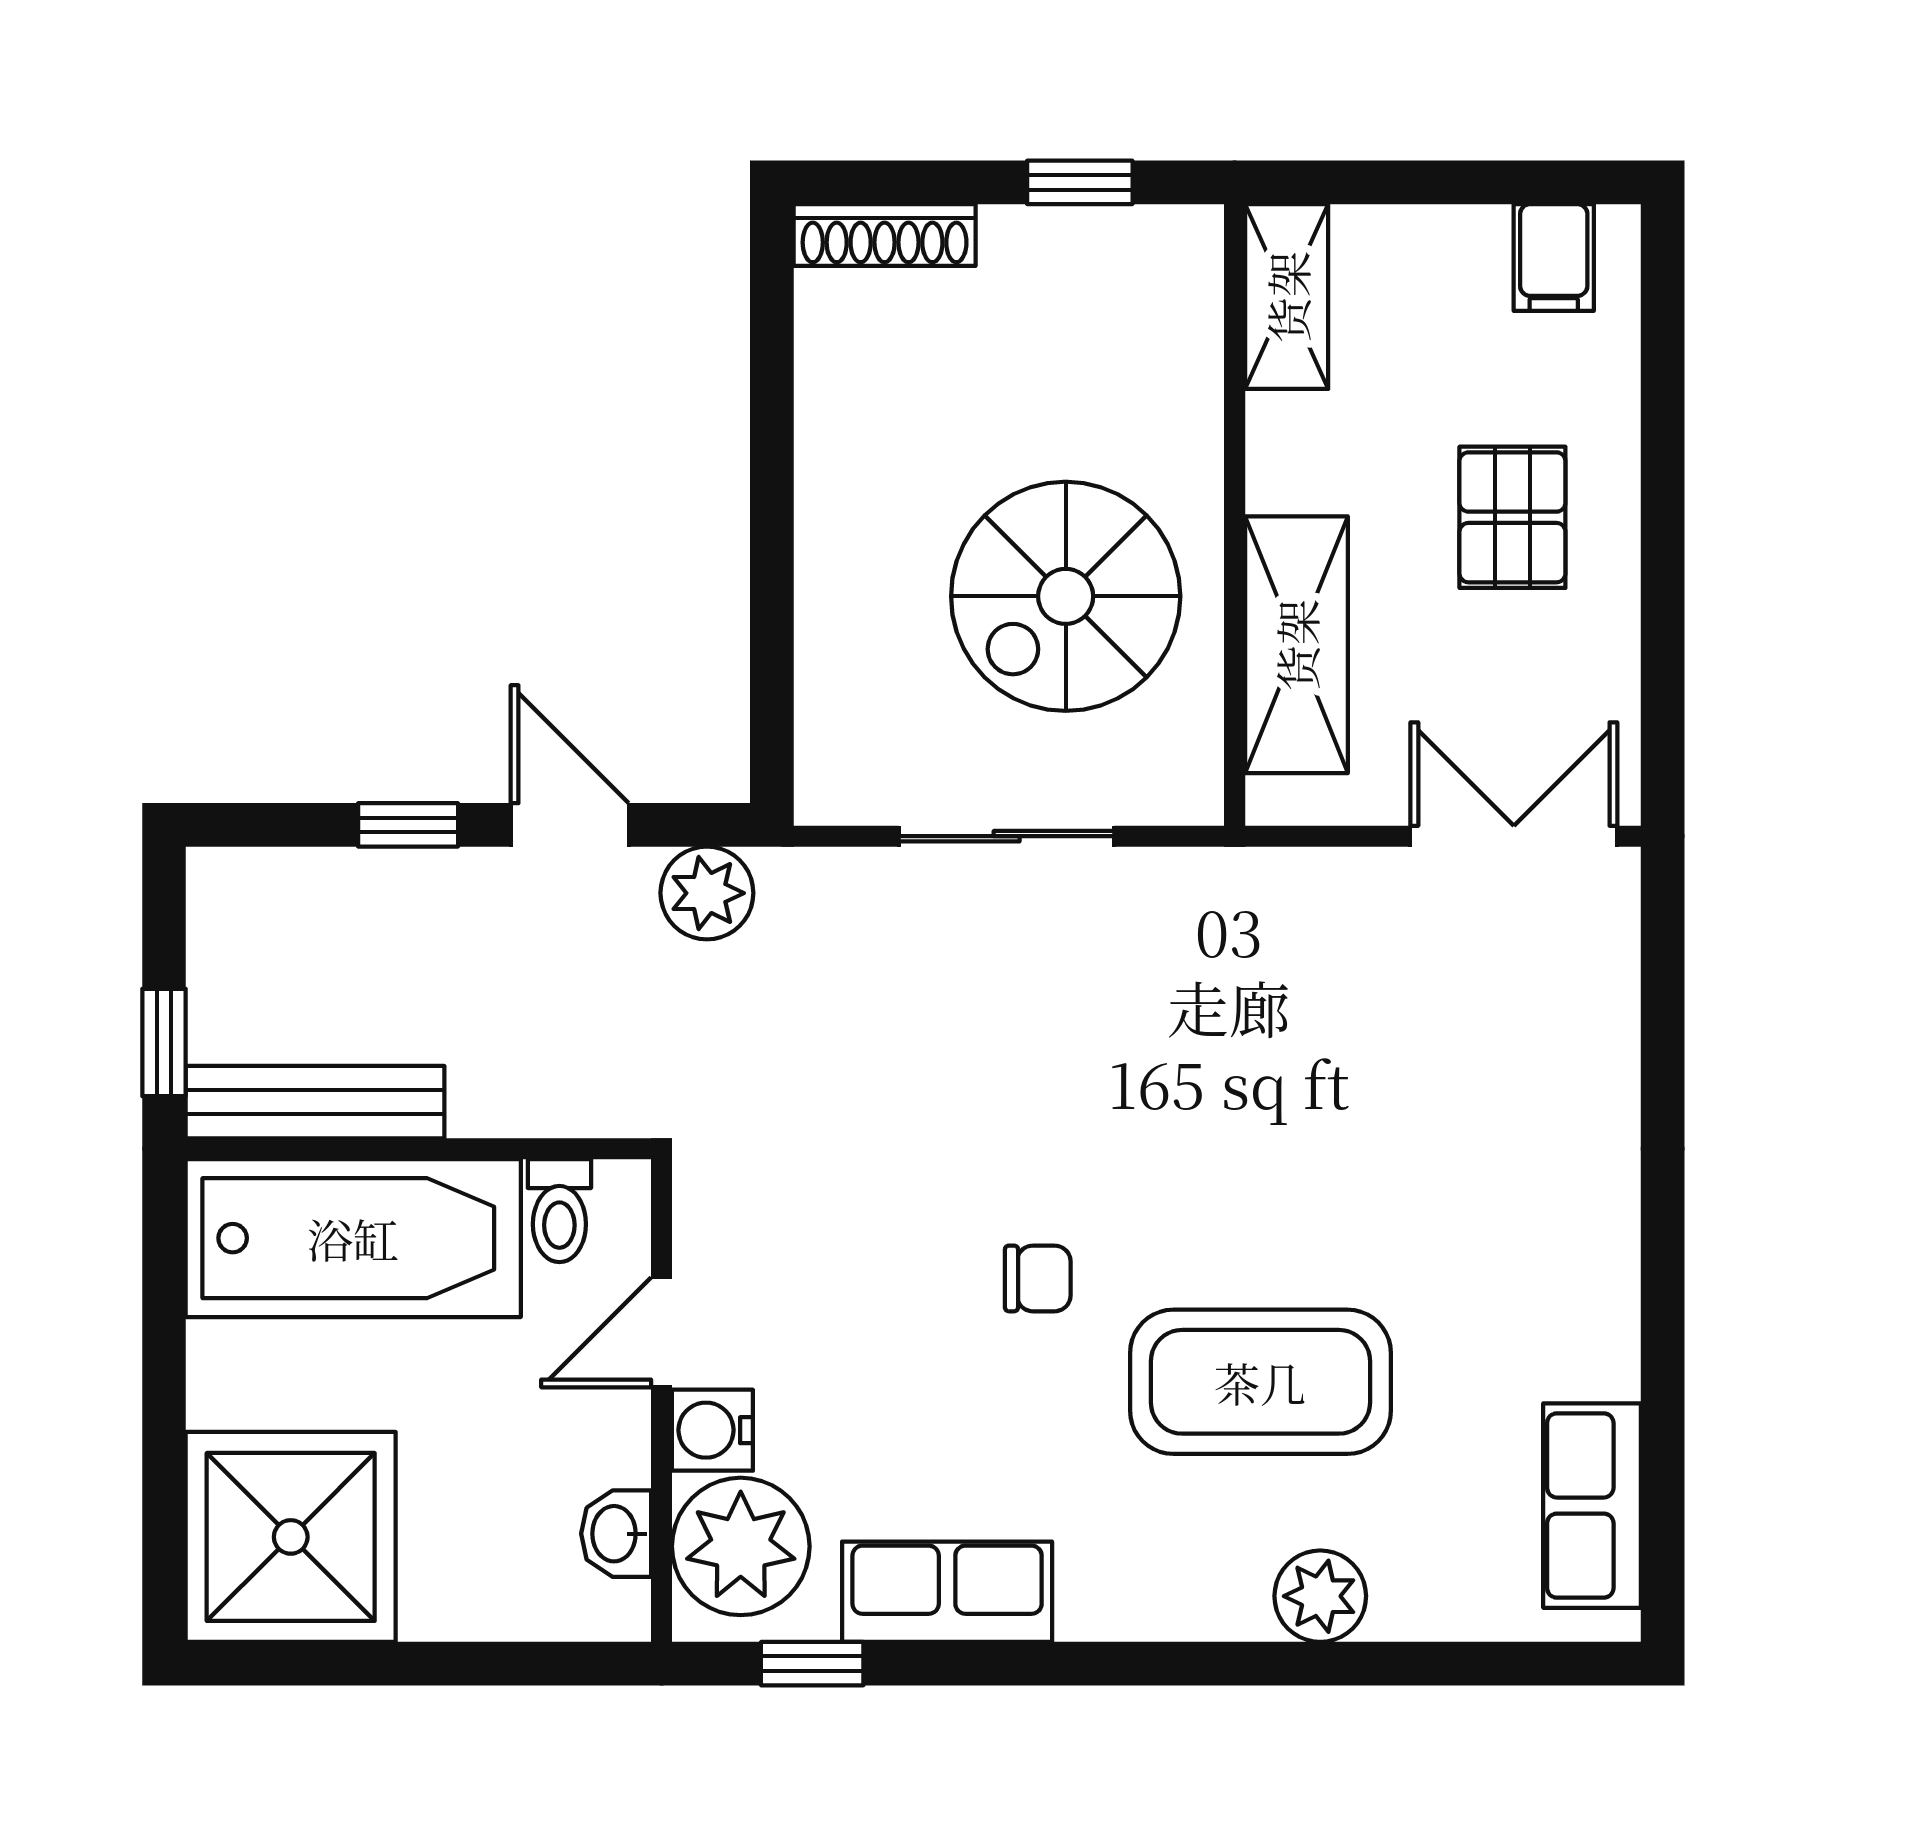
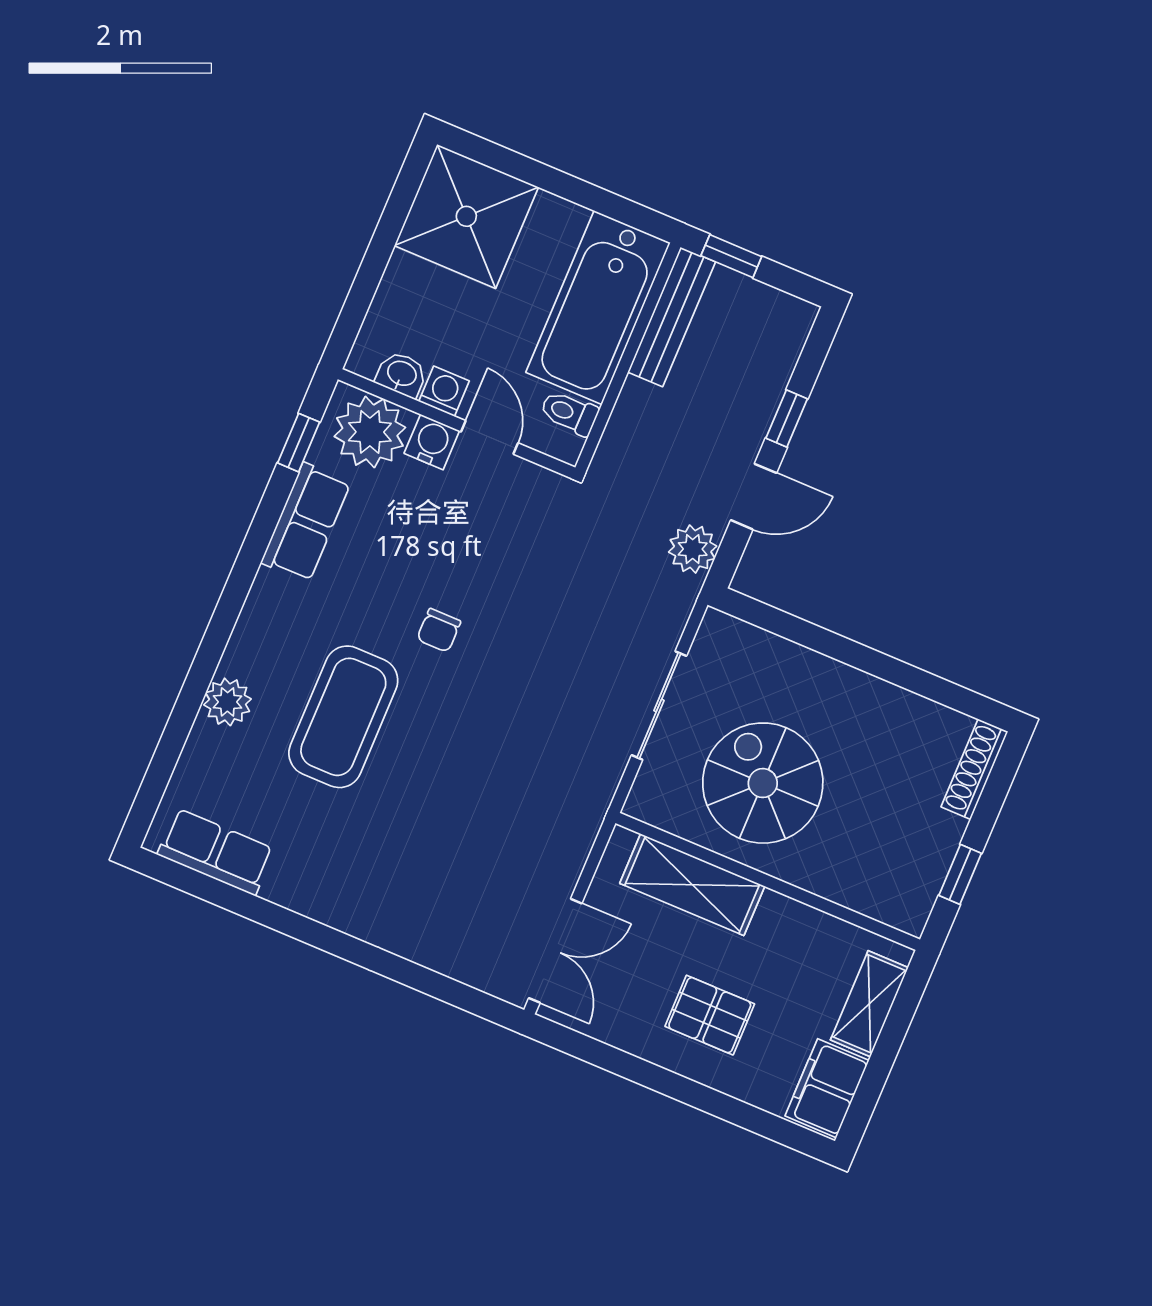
filing cabinet: (1554, 257) -> (827, 1088), width x2.00
shelving: (1287, 297) -> (869, 1004), moved, turned 90
washing machine: (614, 1447) -> (444, 391), added

